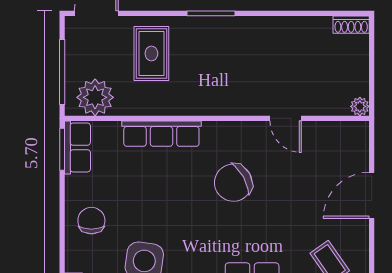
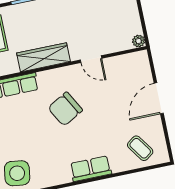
wardrobe: (217, 101) -> (43, 57), added

